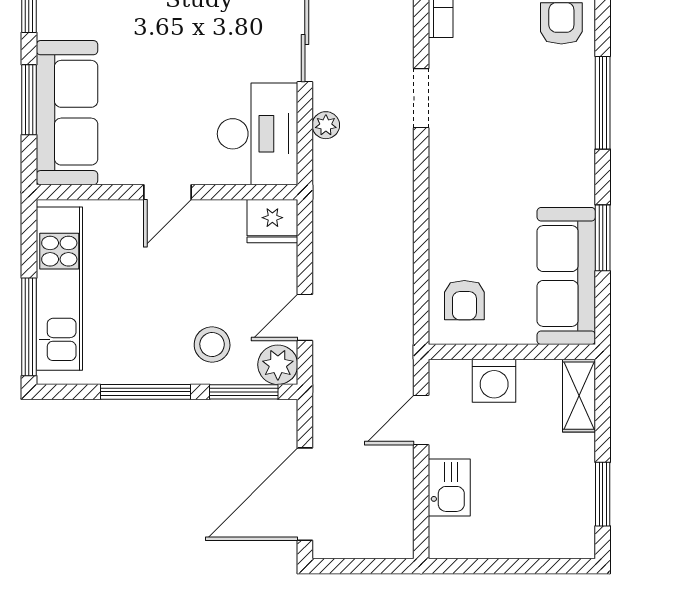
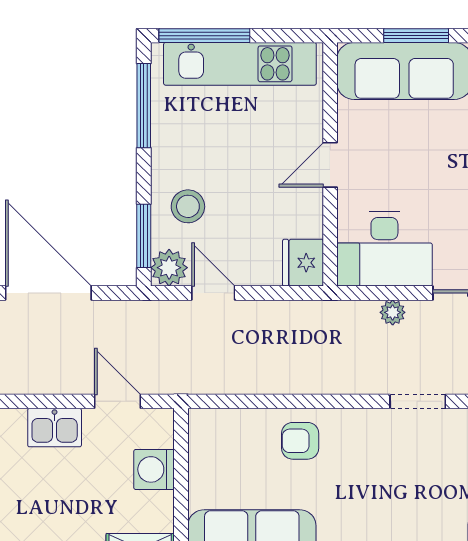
door: (168, 192) -> (330, 165), hinge flipped
armchair: (464, 300) -> (300, 441), moved
window: (146, 392) -> (144, 106), moved

